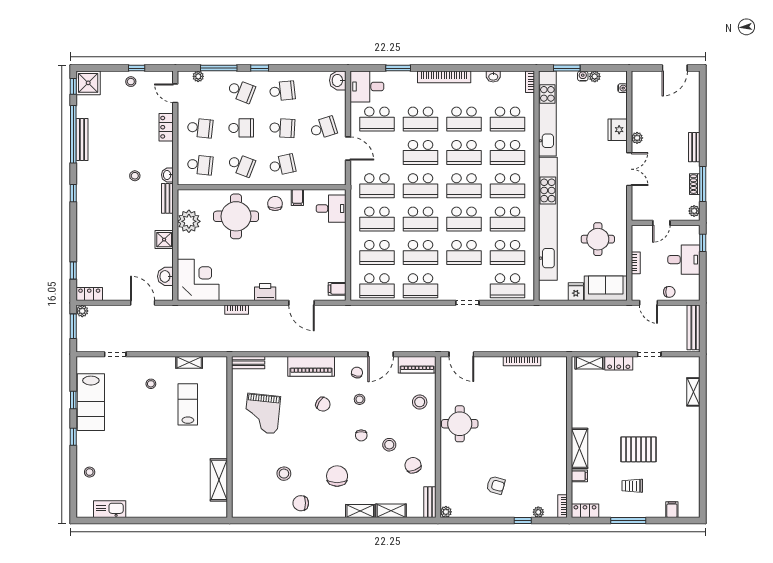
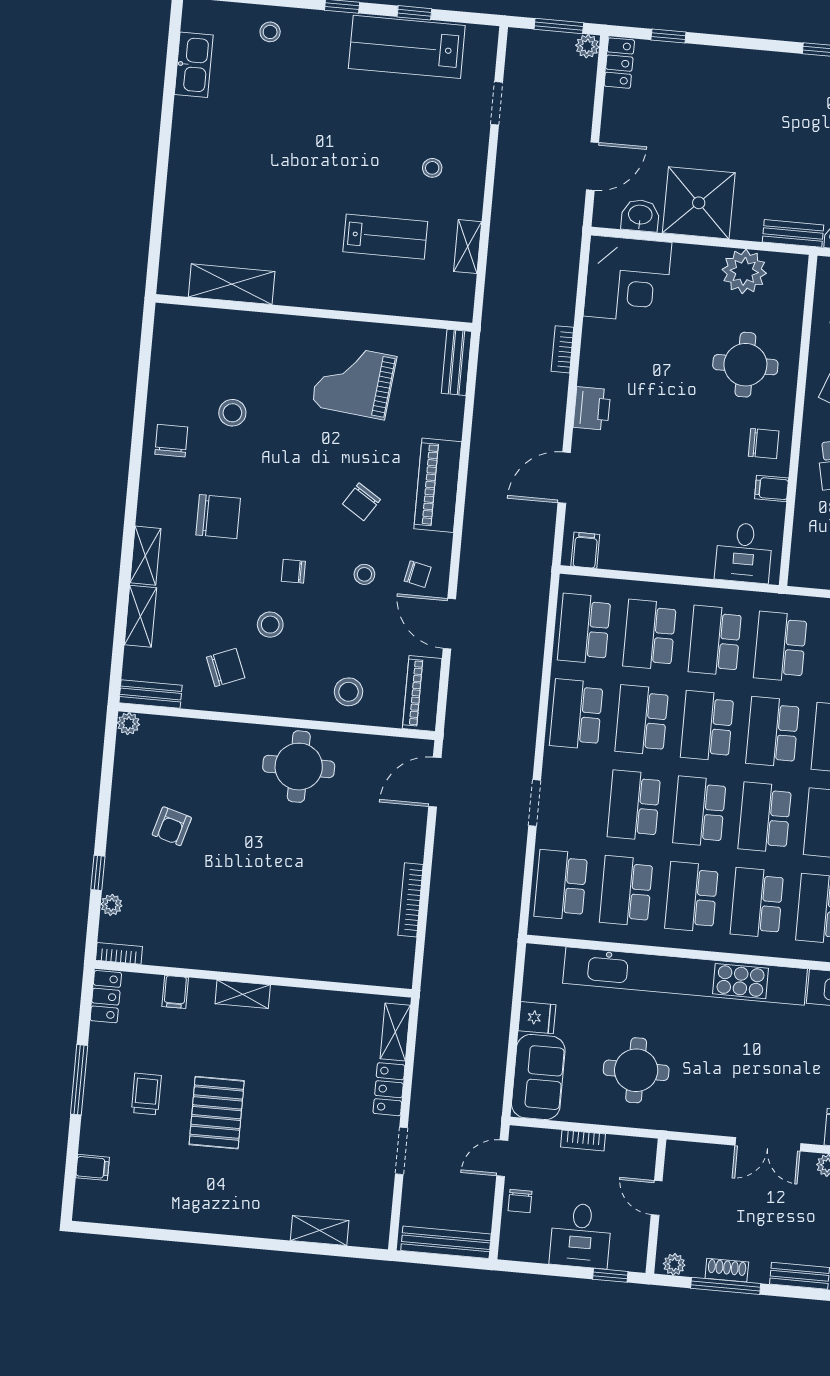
round table: (236, 216) -> (745, 365), width x0.73, depth x0.73
shower: (164, 240) -> (699, 203), width x1.86, depth x1.86
shelving: (580, 448) -> (243, 994), width x0.67, depth x0.75

